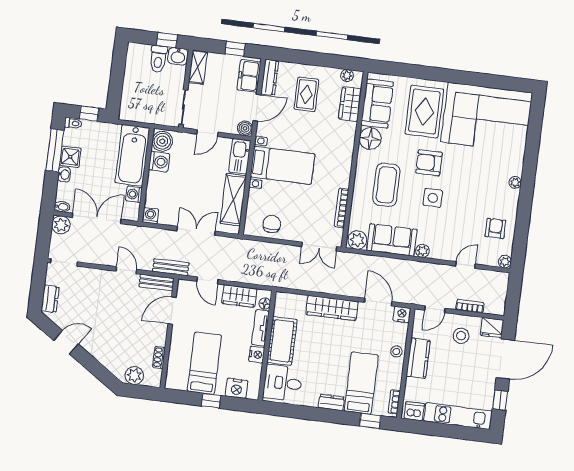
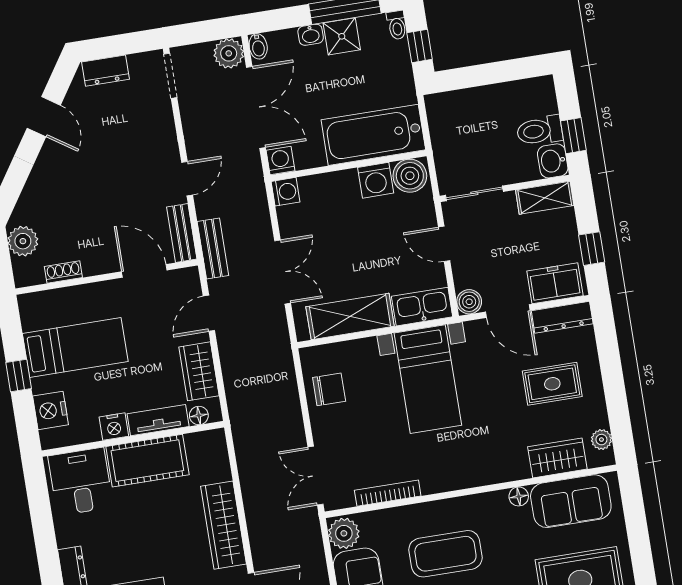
floor lamp: (370, 139) -> (519, 496), width x0.53, depth x0.53
washing machine: (134, 194) -> (281, 161), moved

